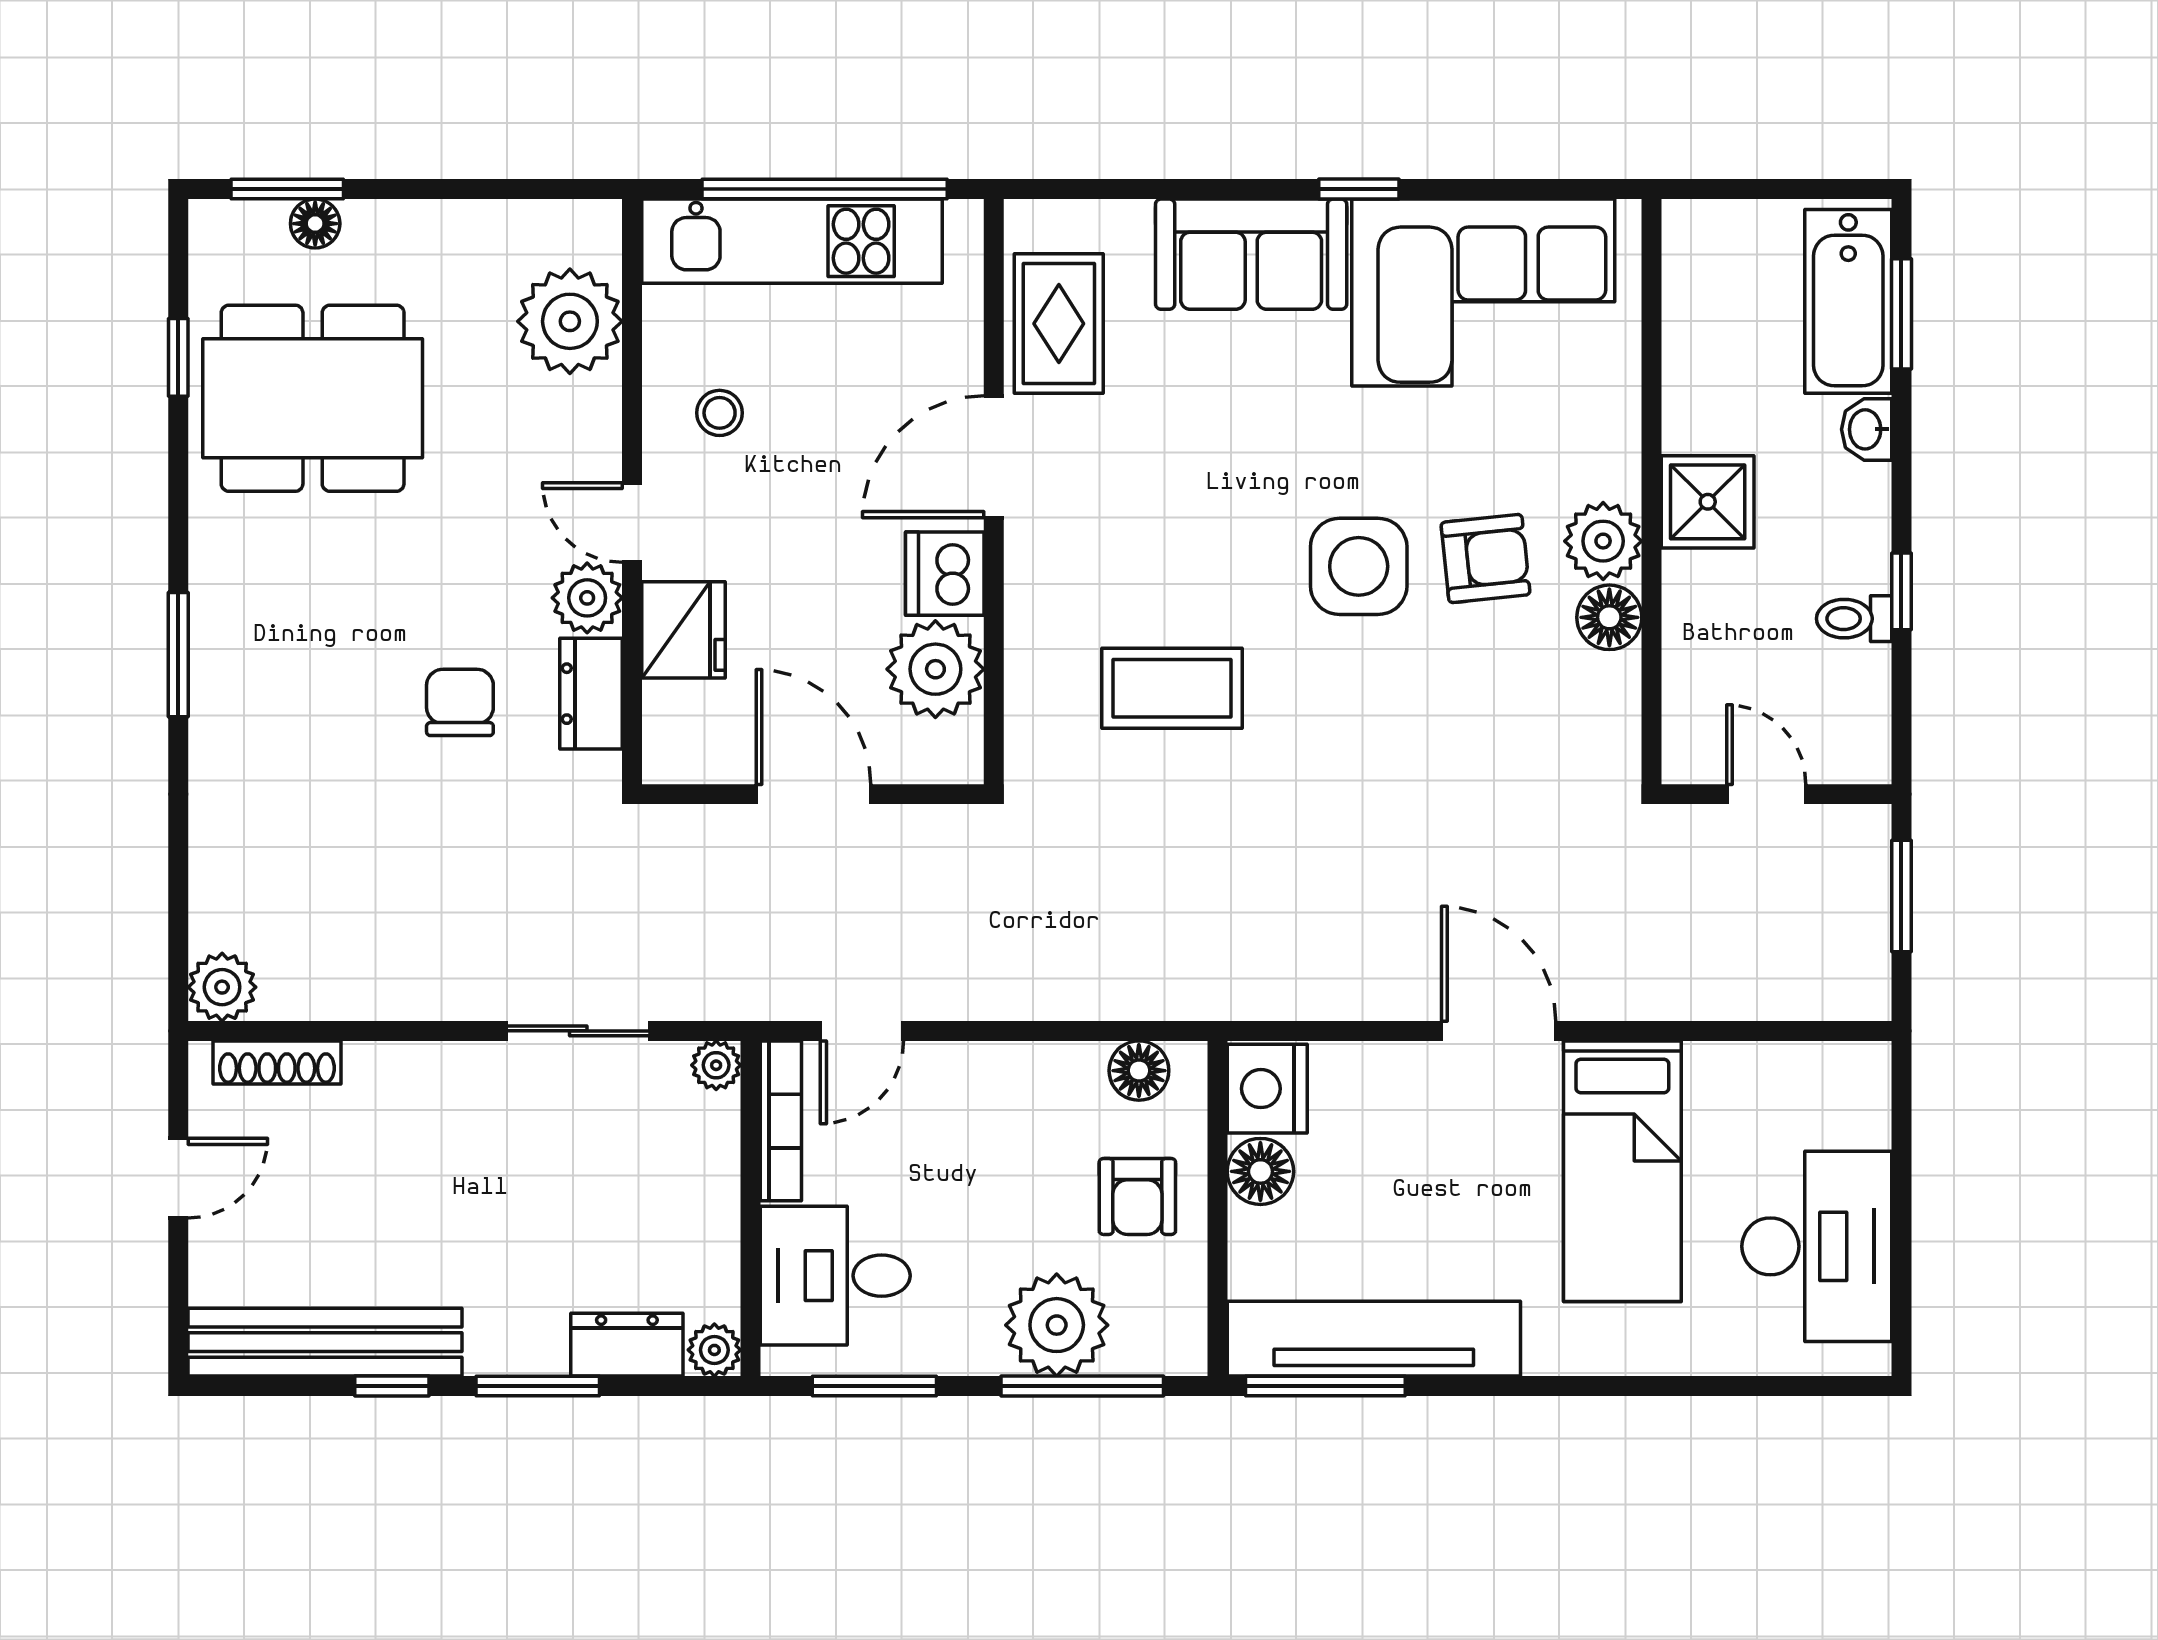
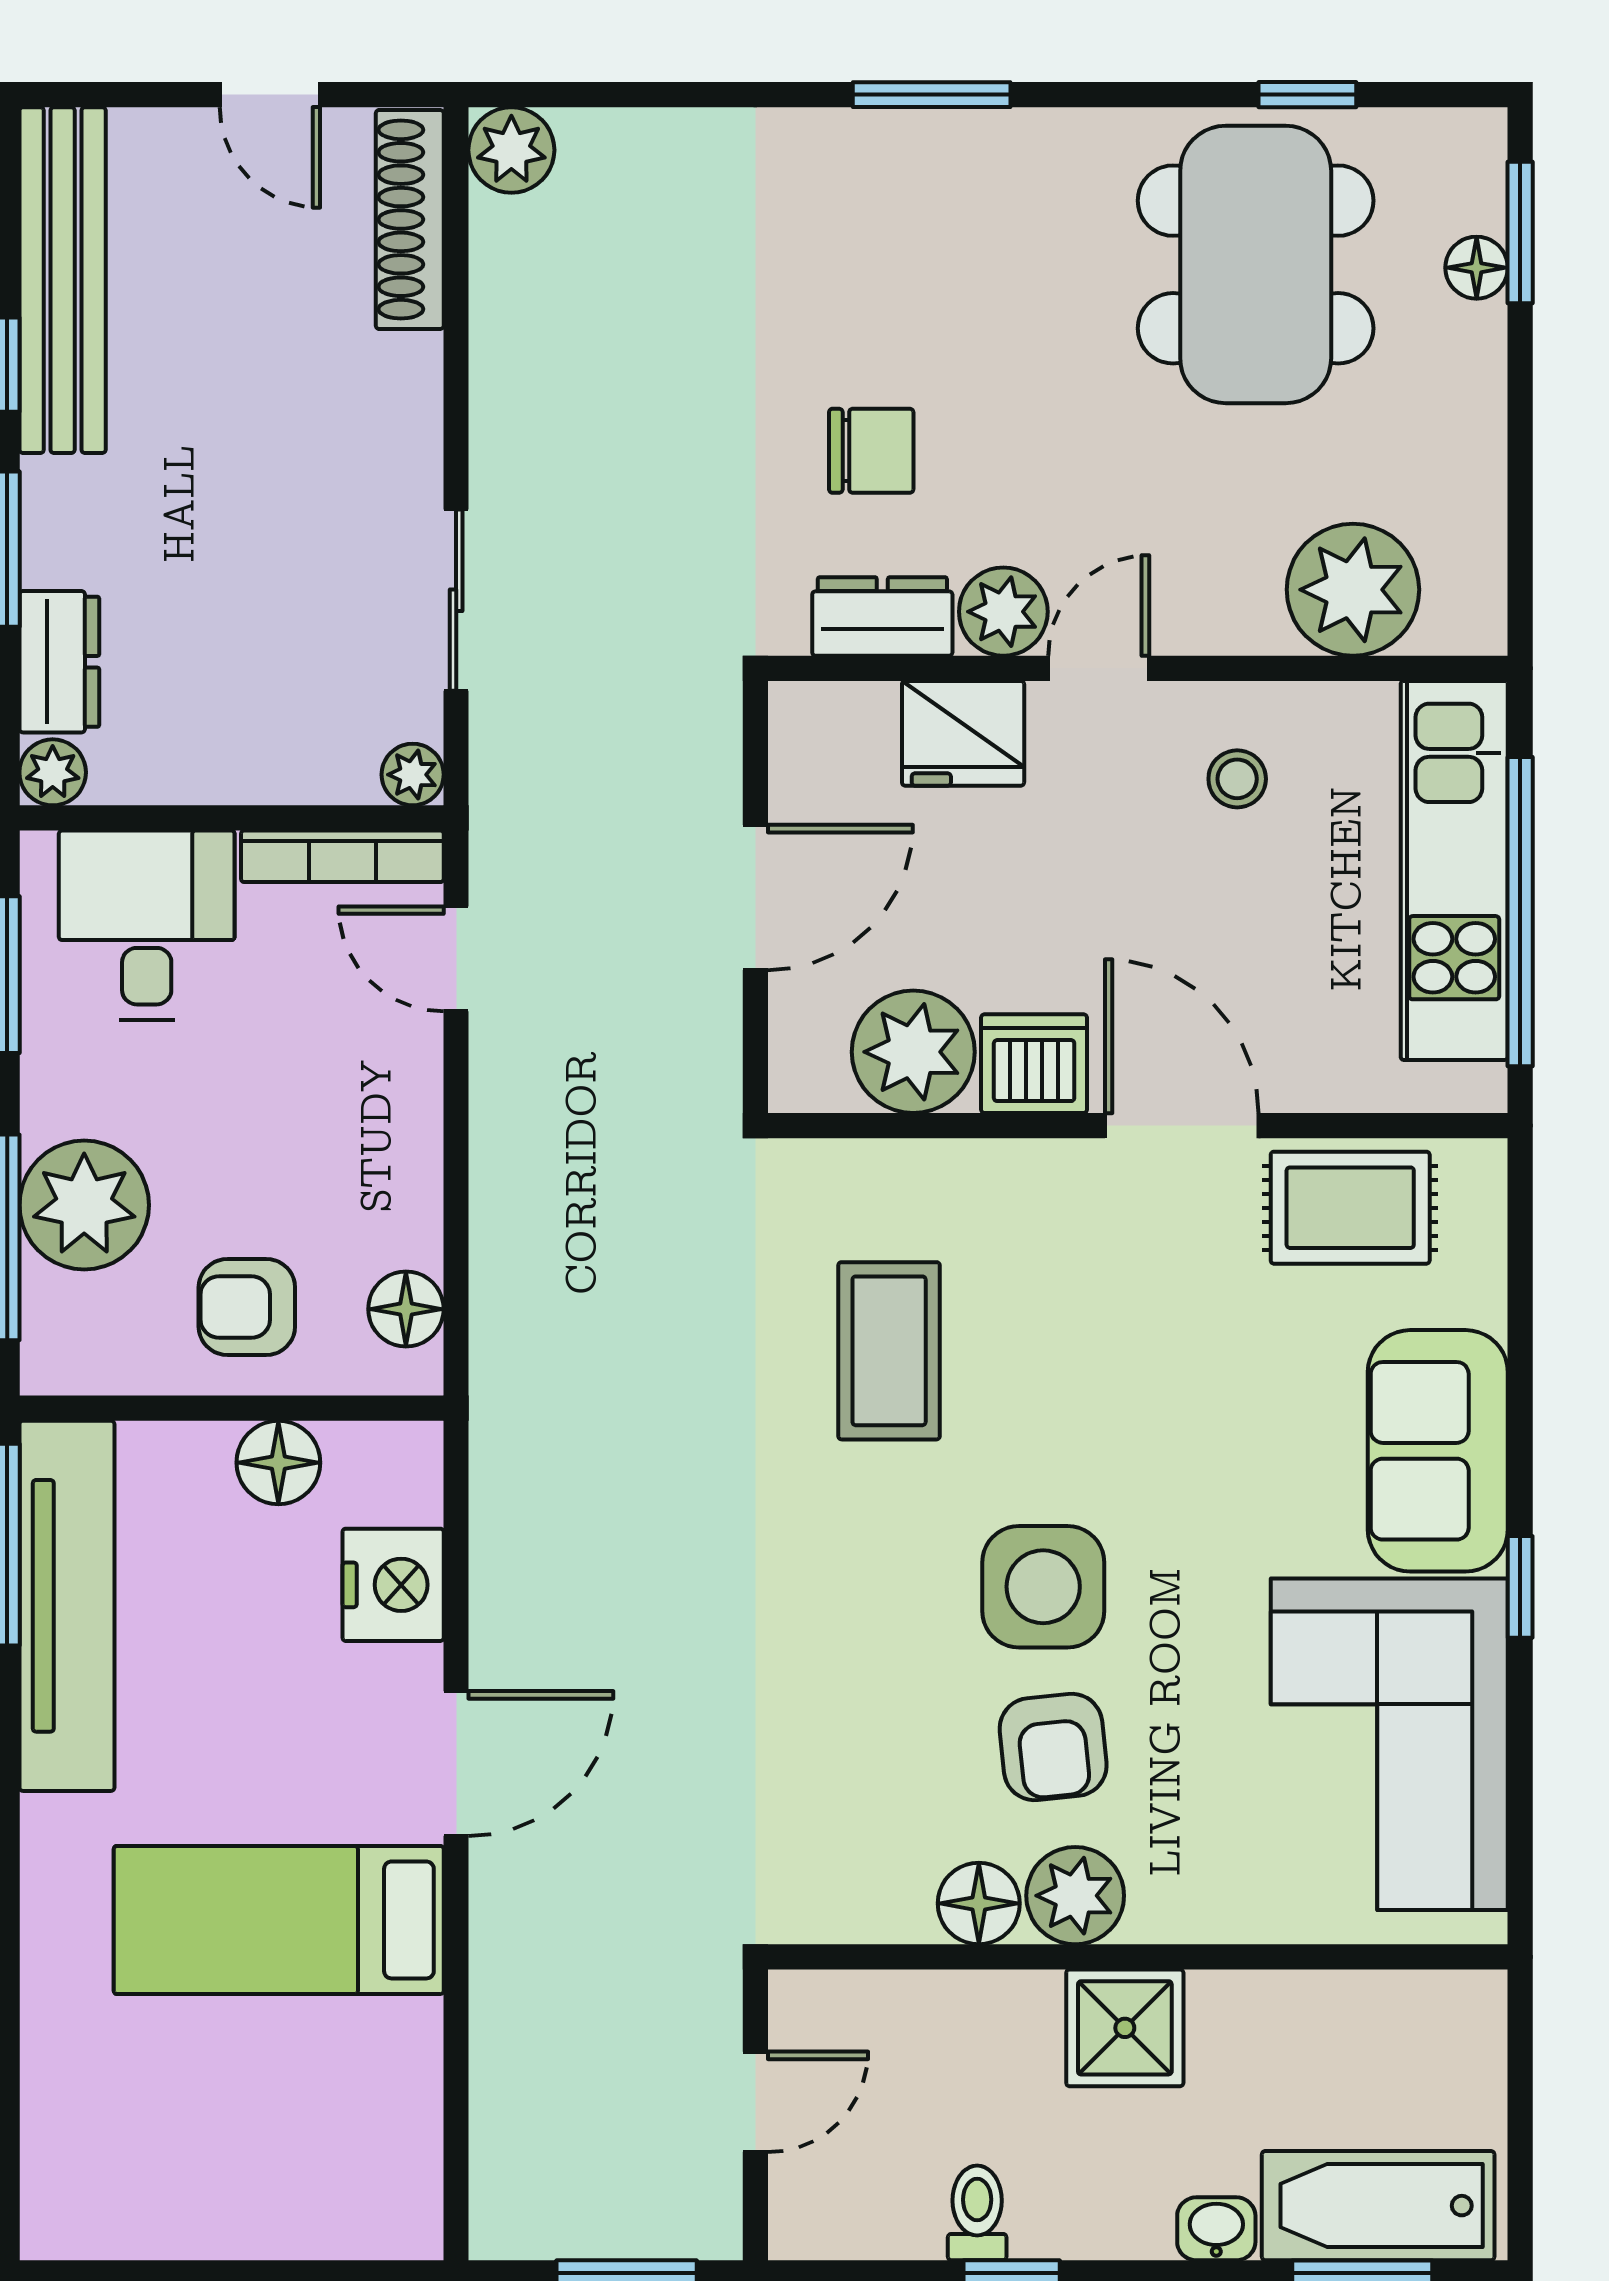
shoe rack: (277, 1062) -> (410, 219), width x1.36, depth x1.24
nightstand: (1267, 1089) -> (393, 1585), moved, turned 90
desk: (1817, 1246) -> (184, 2166), removed

